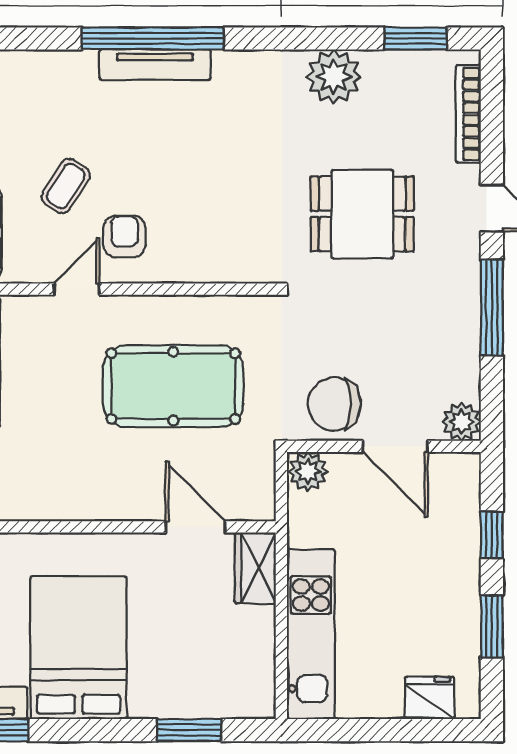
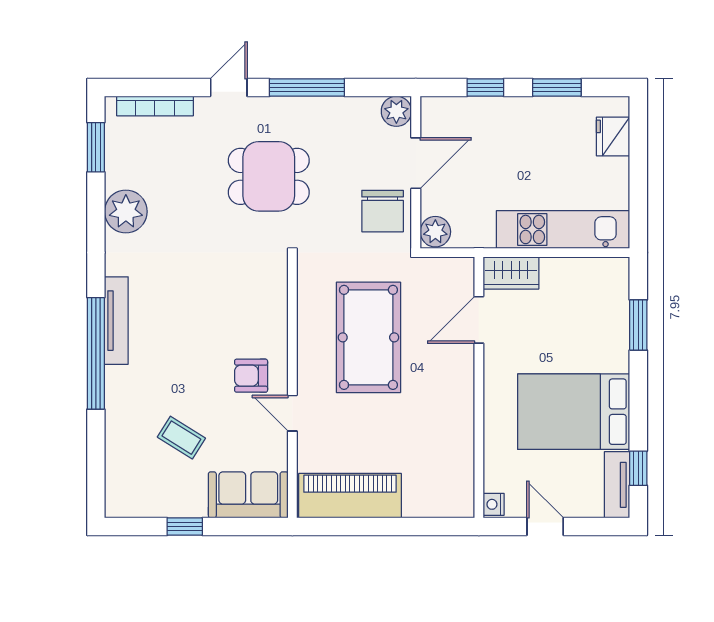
tv unit: (155, 65) -> (116, 321), moved
coffee table: (66, 186) -> (181, 438), moved
dining table: (362, 214) -> (269, 176), moved, turned 90

